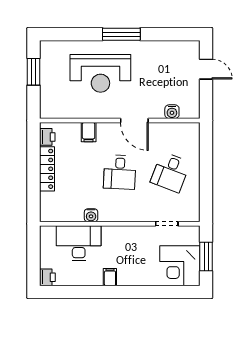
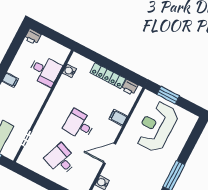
window: (34, 72) -> (168, 95), moved
reception desk: (100, 73) -> (156, 127), moved
water cooler: (91, 215) -> (69, 71), moved
desk: (79, 243) -> (45, 71), width x0.73

